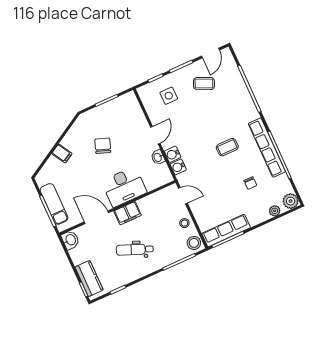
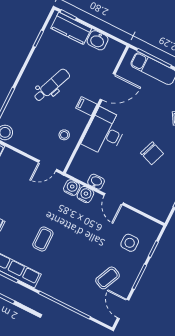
filing cabinet: (128, 213) -> (86, 106), width x0.50
stool: (184, 223) -> (64, 135), moved
washbasin: (70, 240) -> (98, 40), moved

